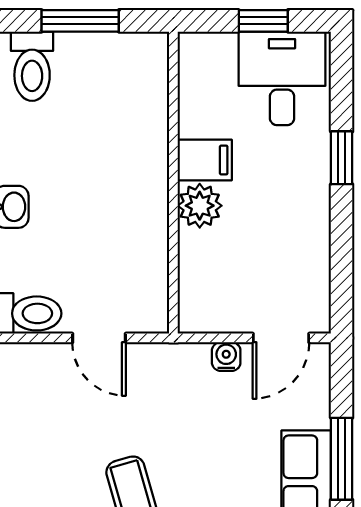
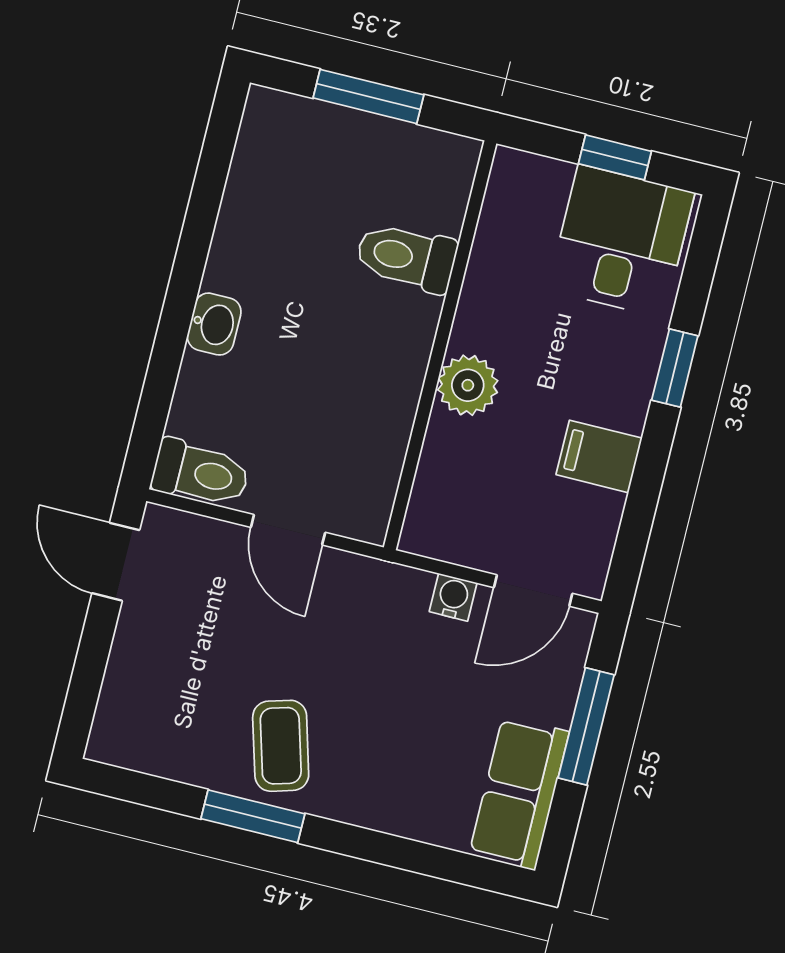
toilet: (32, 66) -> (406, 257), moved, turned 90
filing cabinet: (205, 160) -> (599, 456), moved, turned 180
window: (342, 459) -> (586, 726), moved

